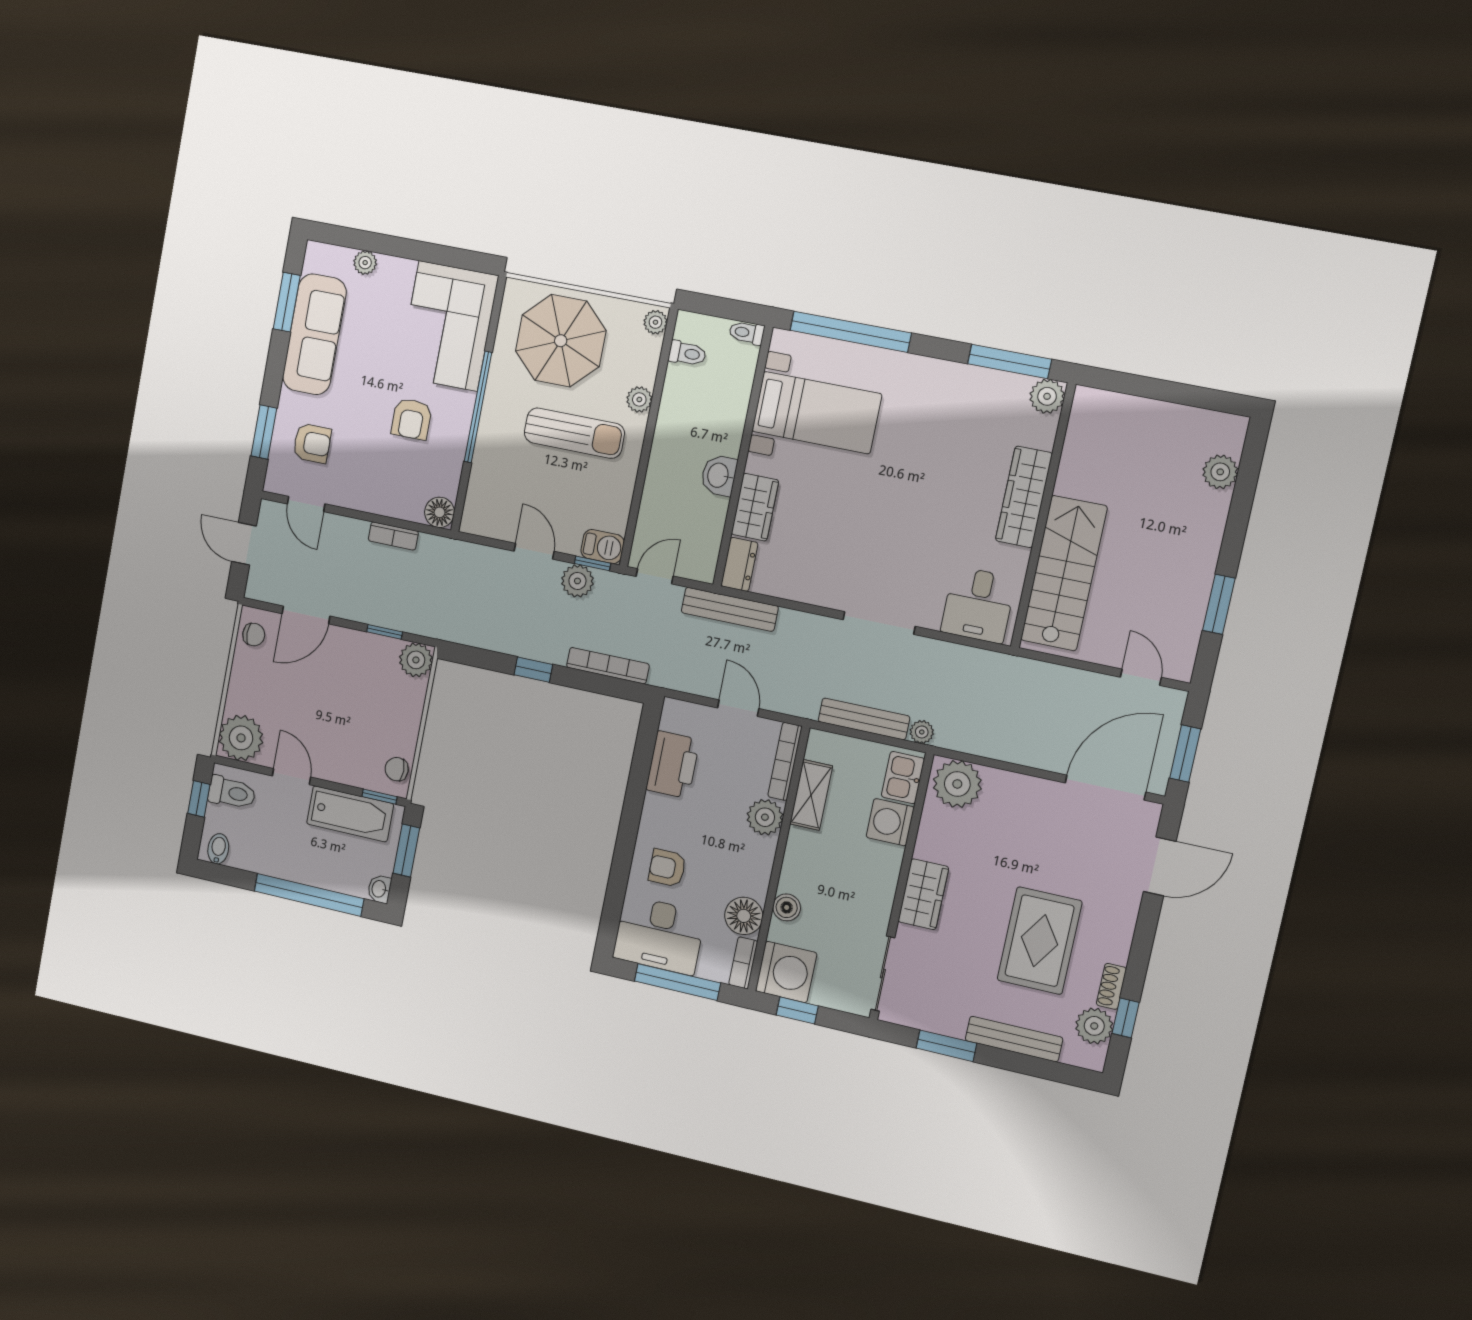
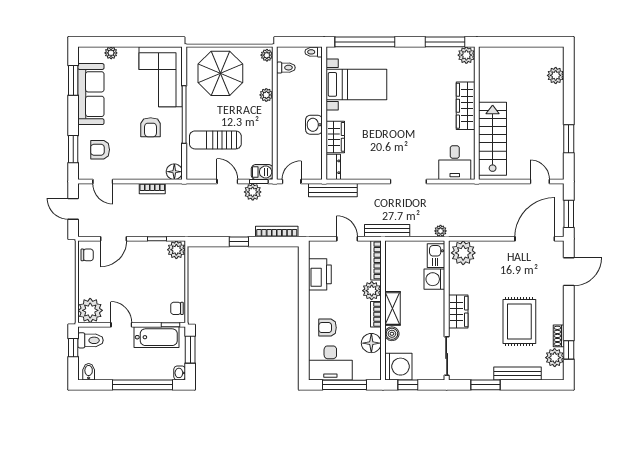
sun lounger: (574, 433) -> (215, 140), moved, turned 180
armchair: (312, 443) -> (100, 150), turned 180
bench: (864, 719) -> (387, 231), moved
shelving: (811, 795) -> (393, 308), moved
bookcase: (743, 963) -> (376, 314), moved

